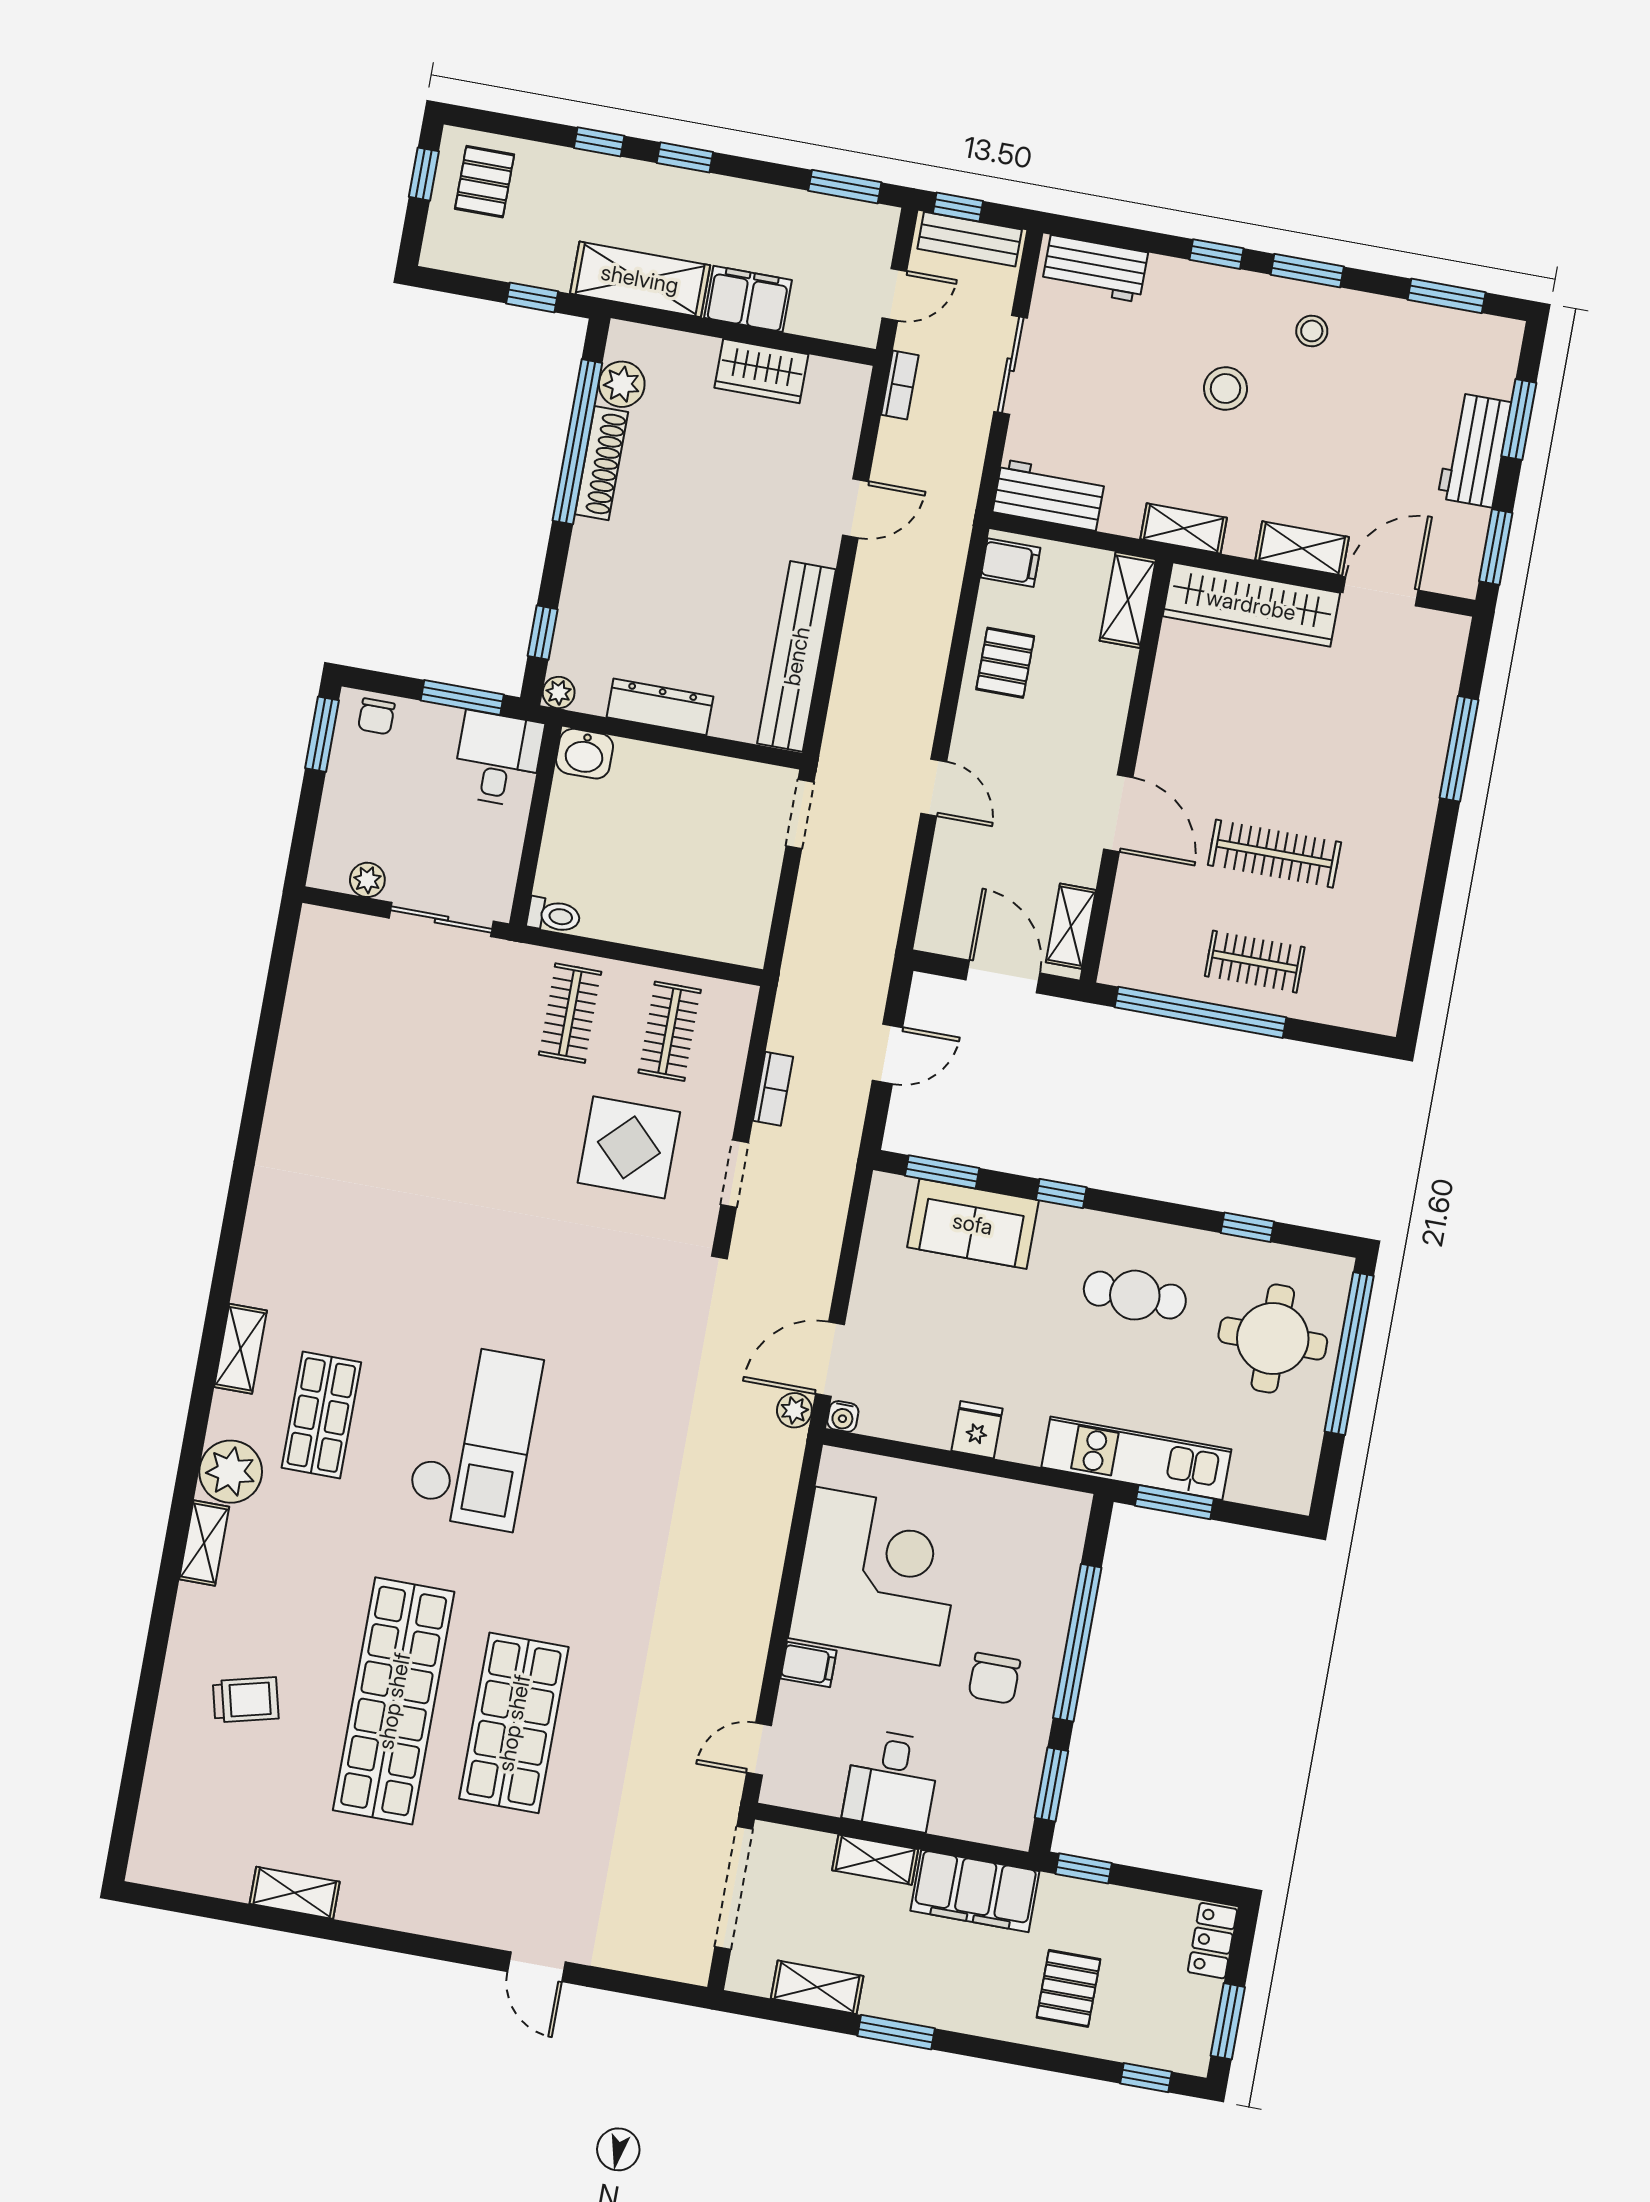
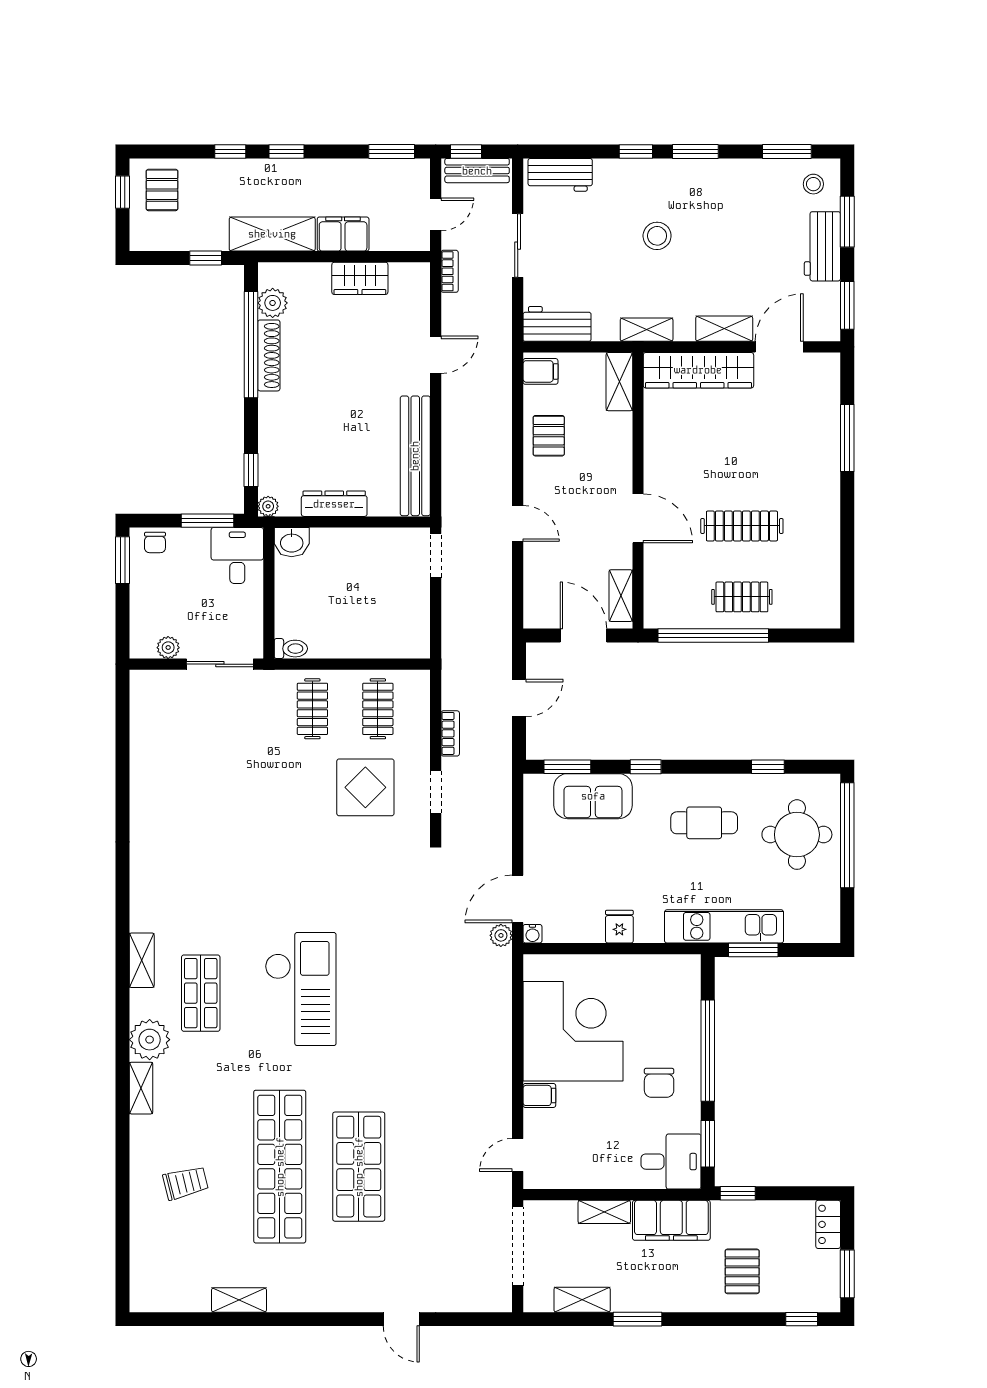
stool: (1312, 331) -> (813, 184), moved
desk: (892, 1780) -> (671, 1162), moved, turned -90

